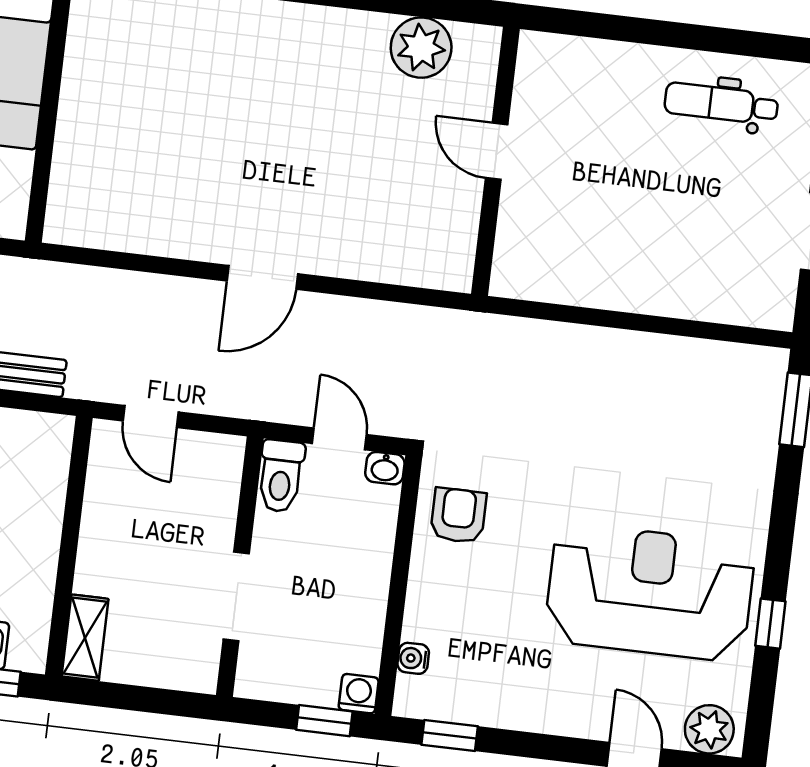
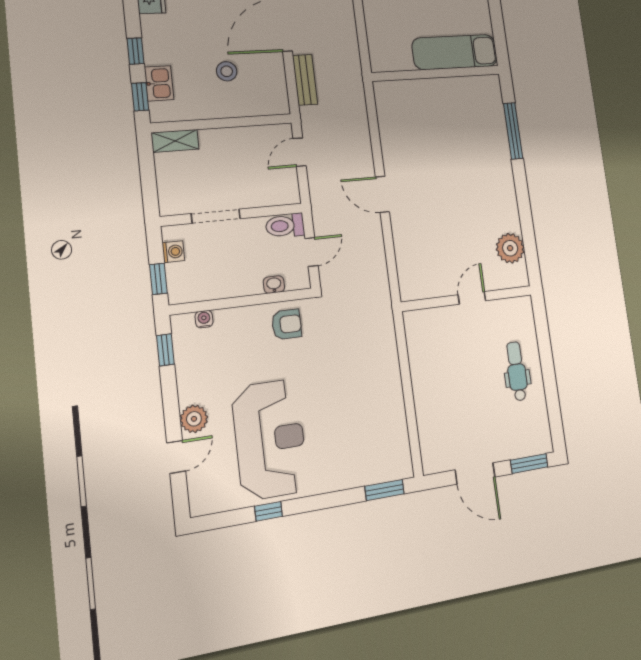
dental chair: (721, 104) -> (517, 371), moved
washbasin: (385, 468) -> (274, 285), moved, turned 90
washing machine: (359, 694) -> (173, 252), moved
plant: (709, 729) -> (194, 419), moved

